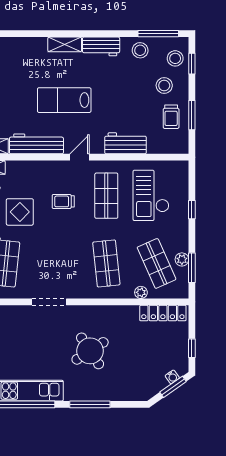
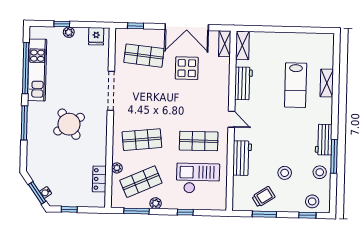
window: (158, 34) -> (334, 156), moved
shelving: (65, 44) -> (327, 83), moved
stool: (164, 85) -> (285, 173), moved
lab bench: (64, 100) -> (296, 85), moved, turned 180
trolley: (171, 117) -> (263, 197), turned 147
workbench: (36, 144) -> (243, 83), width x0.73
trolley: (63, 201) -> (195, 105), removed
plant: (182, 259) -> (156, 203), moved
doorway: (49, 302) -> (111, 91), width x1.36
locker: (163, 313) -> (99, 179), width x0.66

